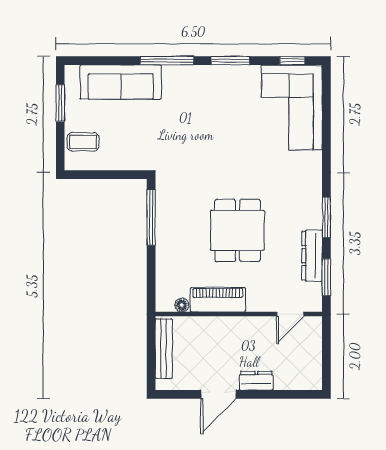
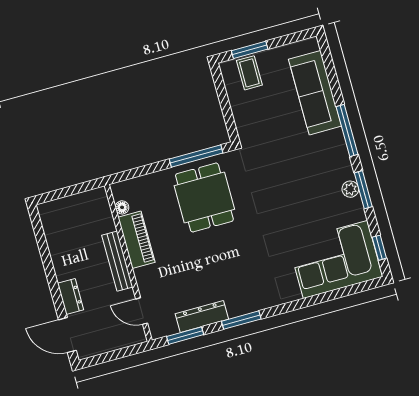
plant: (226, 73) -> (350, 189), added
window: (60, 103) -> (250, 50), moved
dining table: (237, 230) -> (204, 197), moved, turned 90
bench: (164, 349) -> (117, 261), moved, turned 90
door: (218, 394) -> (67, 335), moved

